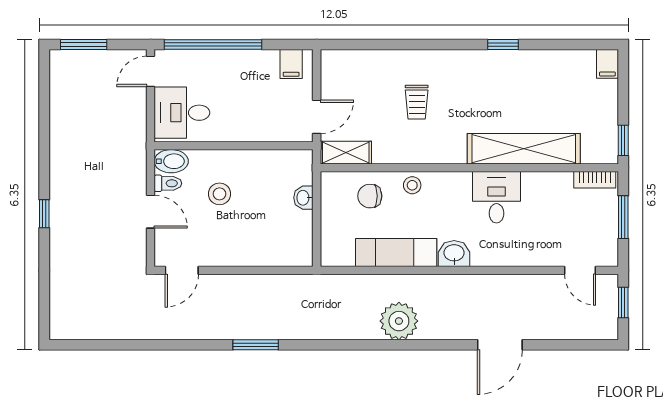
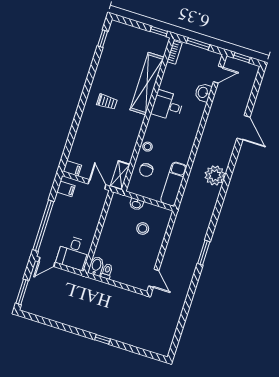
window: (503, 44) -> (103, 39), moved
filing cabinet: (607, 64) -> (72, 168), moved
door: (151, 71) -> (47, 262), hinge flipped
trolley: (417, 102) -> (107, 102), moved
stool: (219, 194) -> (143, 228), moved
door: (151, 212) -> (119, 285), removed
exam couch: (396, 253) -> (174, 184), moved
washbasin: (454, 254) -> (203, 93), moved

